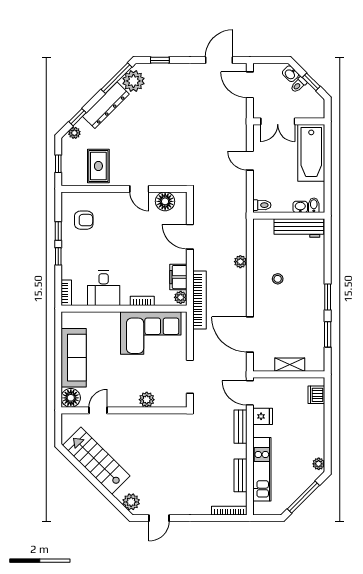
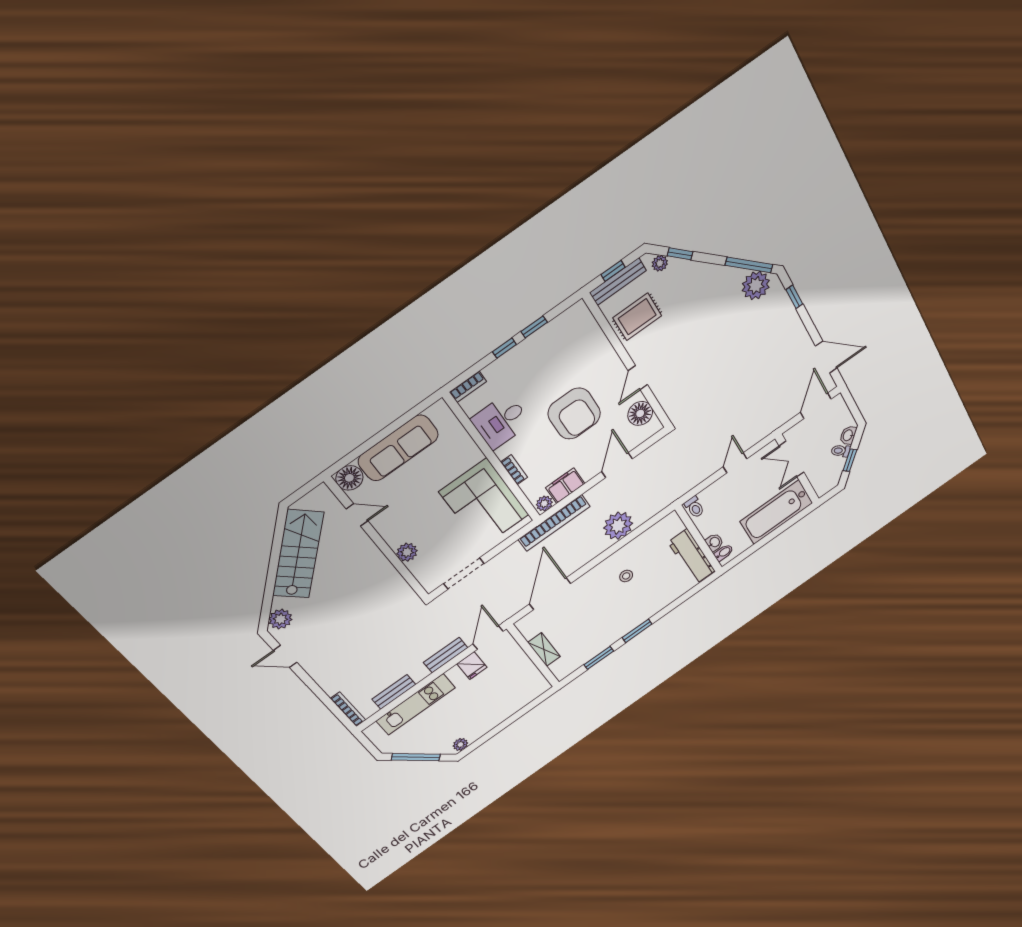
dresser: (106, 105) -> (712, 275), removed
bench: (67, 165) -> (618, 282), added
armchair: (84, 220) -> (574, 414), moved, width x1.88, depth x1.88
plant: (240, 262) -> (618, 526), width x1.88, depth x1.88
dishwasher: (316, 395) -> (530, 693), removed

